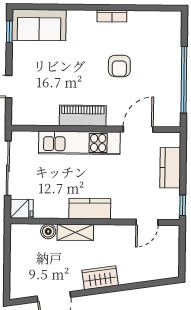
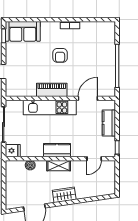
armchair: (119, 66) -> (60, 55), moved
shelving: (75, 232) -> (59, 166), moved

